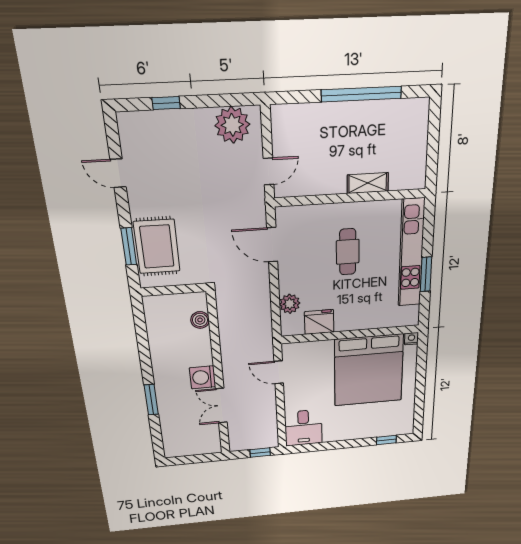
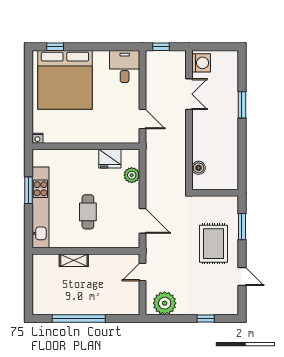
rug: (157, 247) -> (214, 244), moved
bed: (369, 370) -> (65, 80), moved, turned 180
washing machine: (203, 377) -> (201, 63), moved

